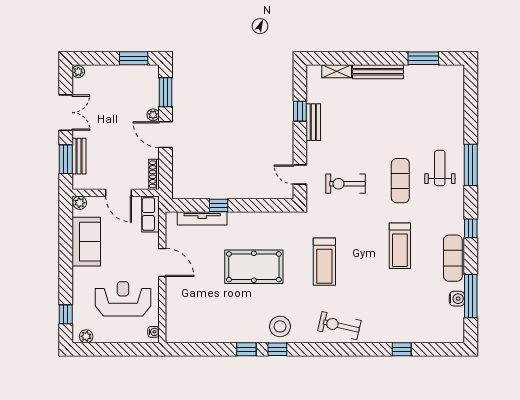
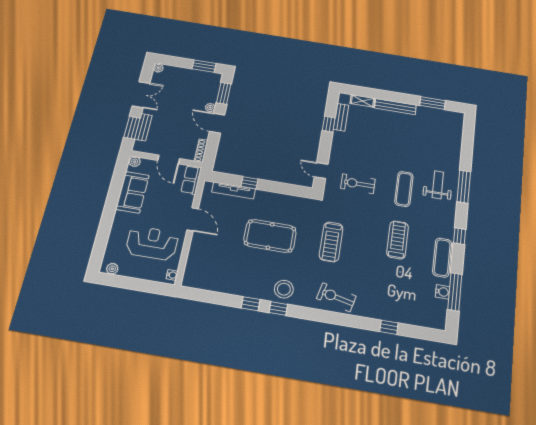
bench: (313, 122) -> (341, 117), moved
treadmill: (400, 246) -> (398, 240), turned 180
window: (66, 314) -> (99, 247), removed

